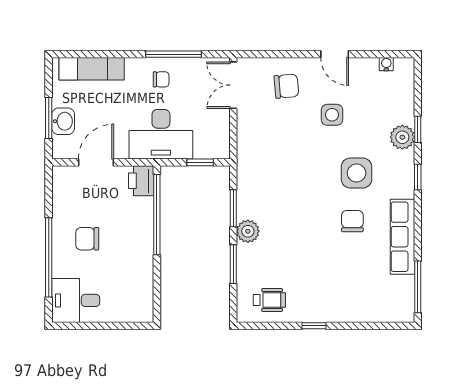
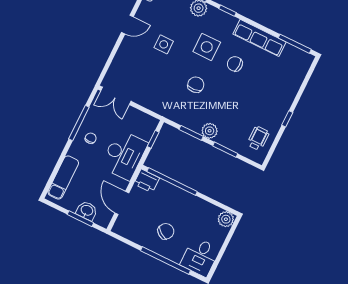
chair: (286, 86) -> (196, 85), moved
chair: (87, 239) -> (166, 231), turned -145
plant: (142, 310) -> (226, 219), added

